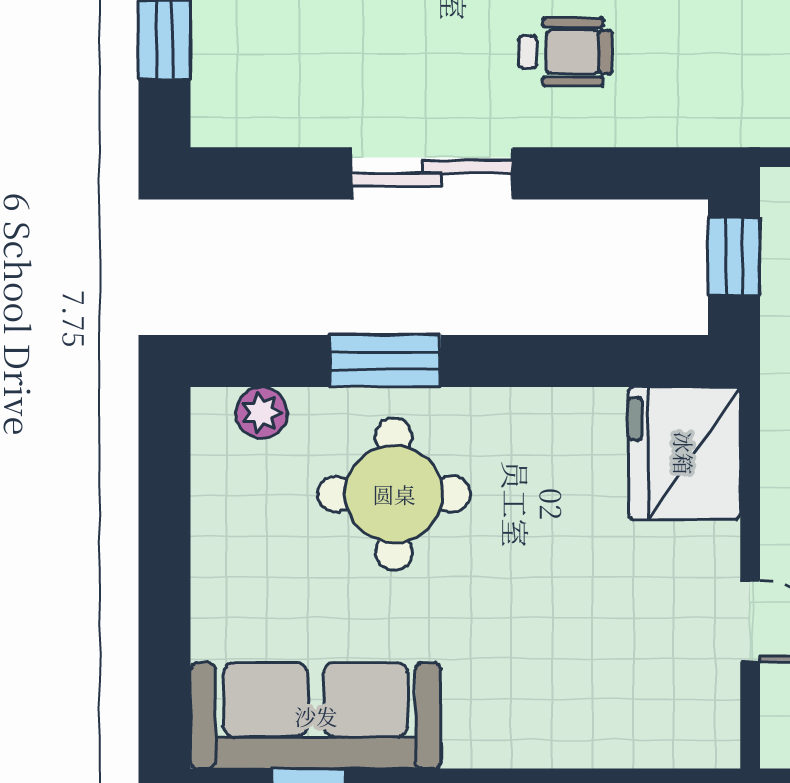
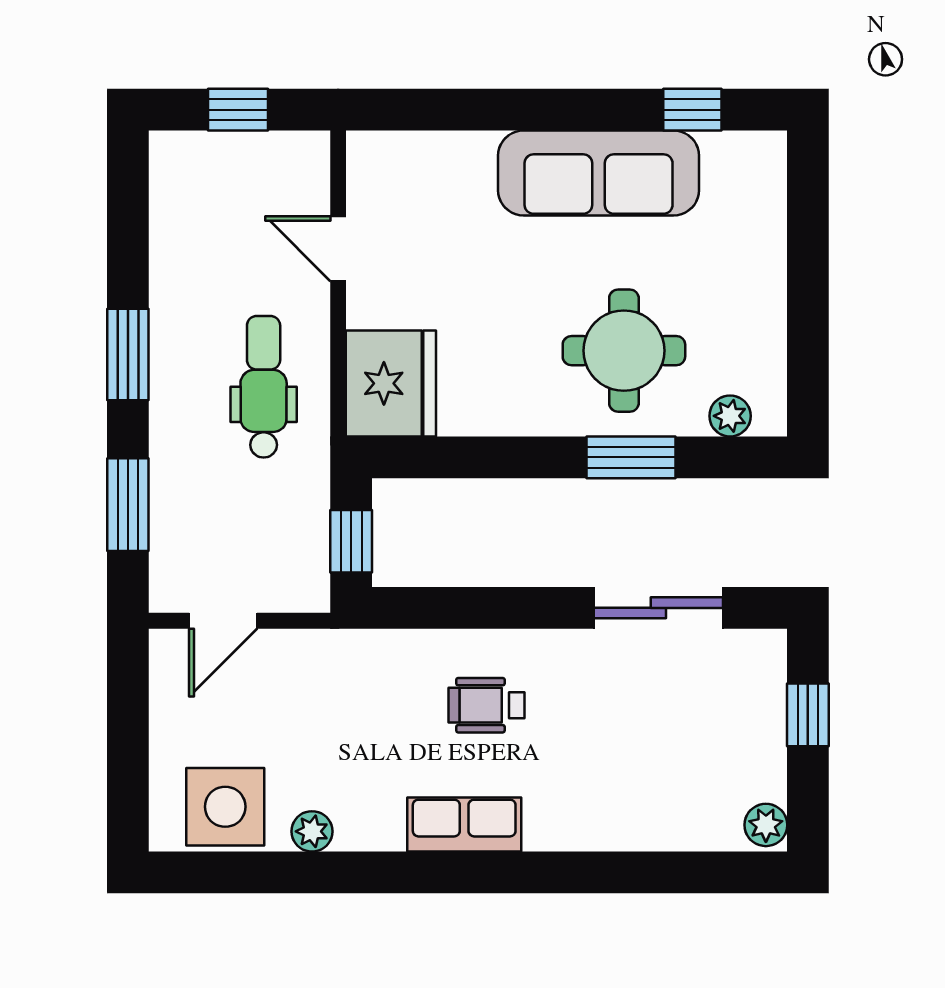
sliding door: (432, 173) -> (658, 608), moved
sofa: (316, 716) -> (599, 173), moved

